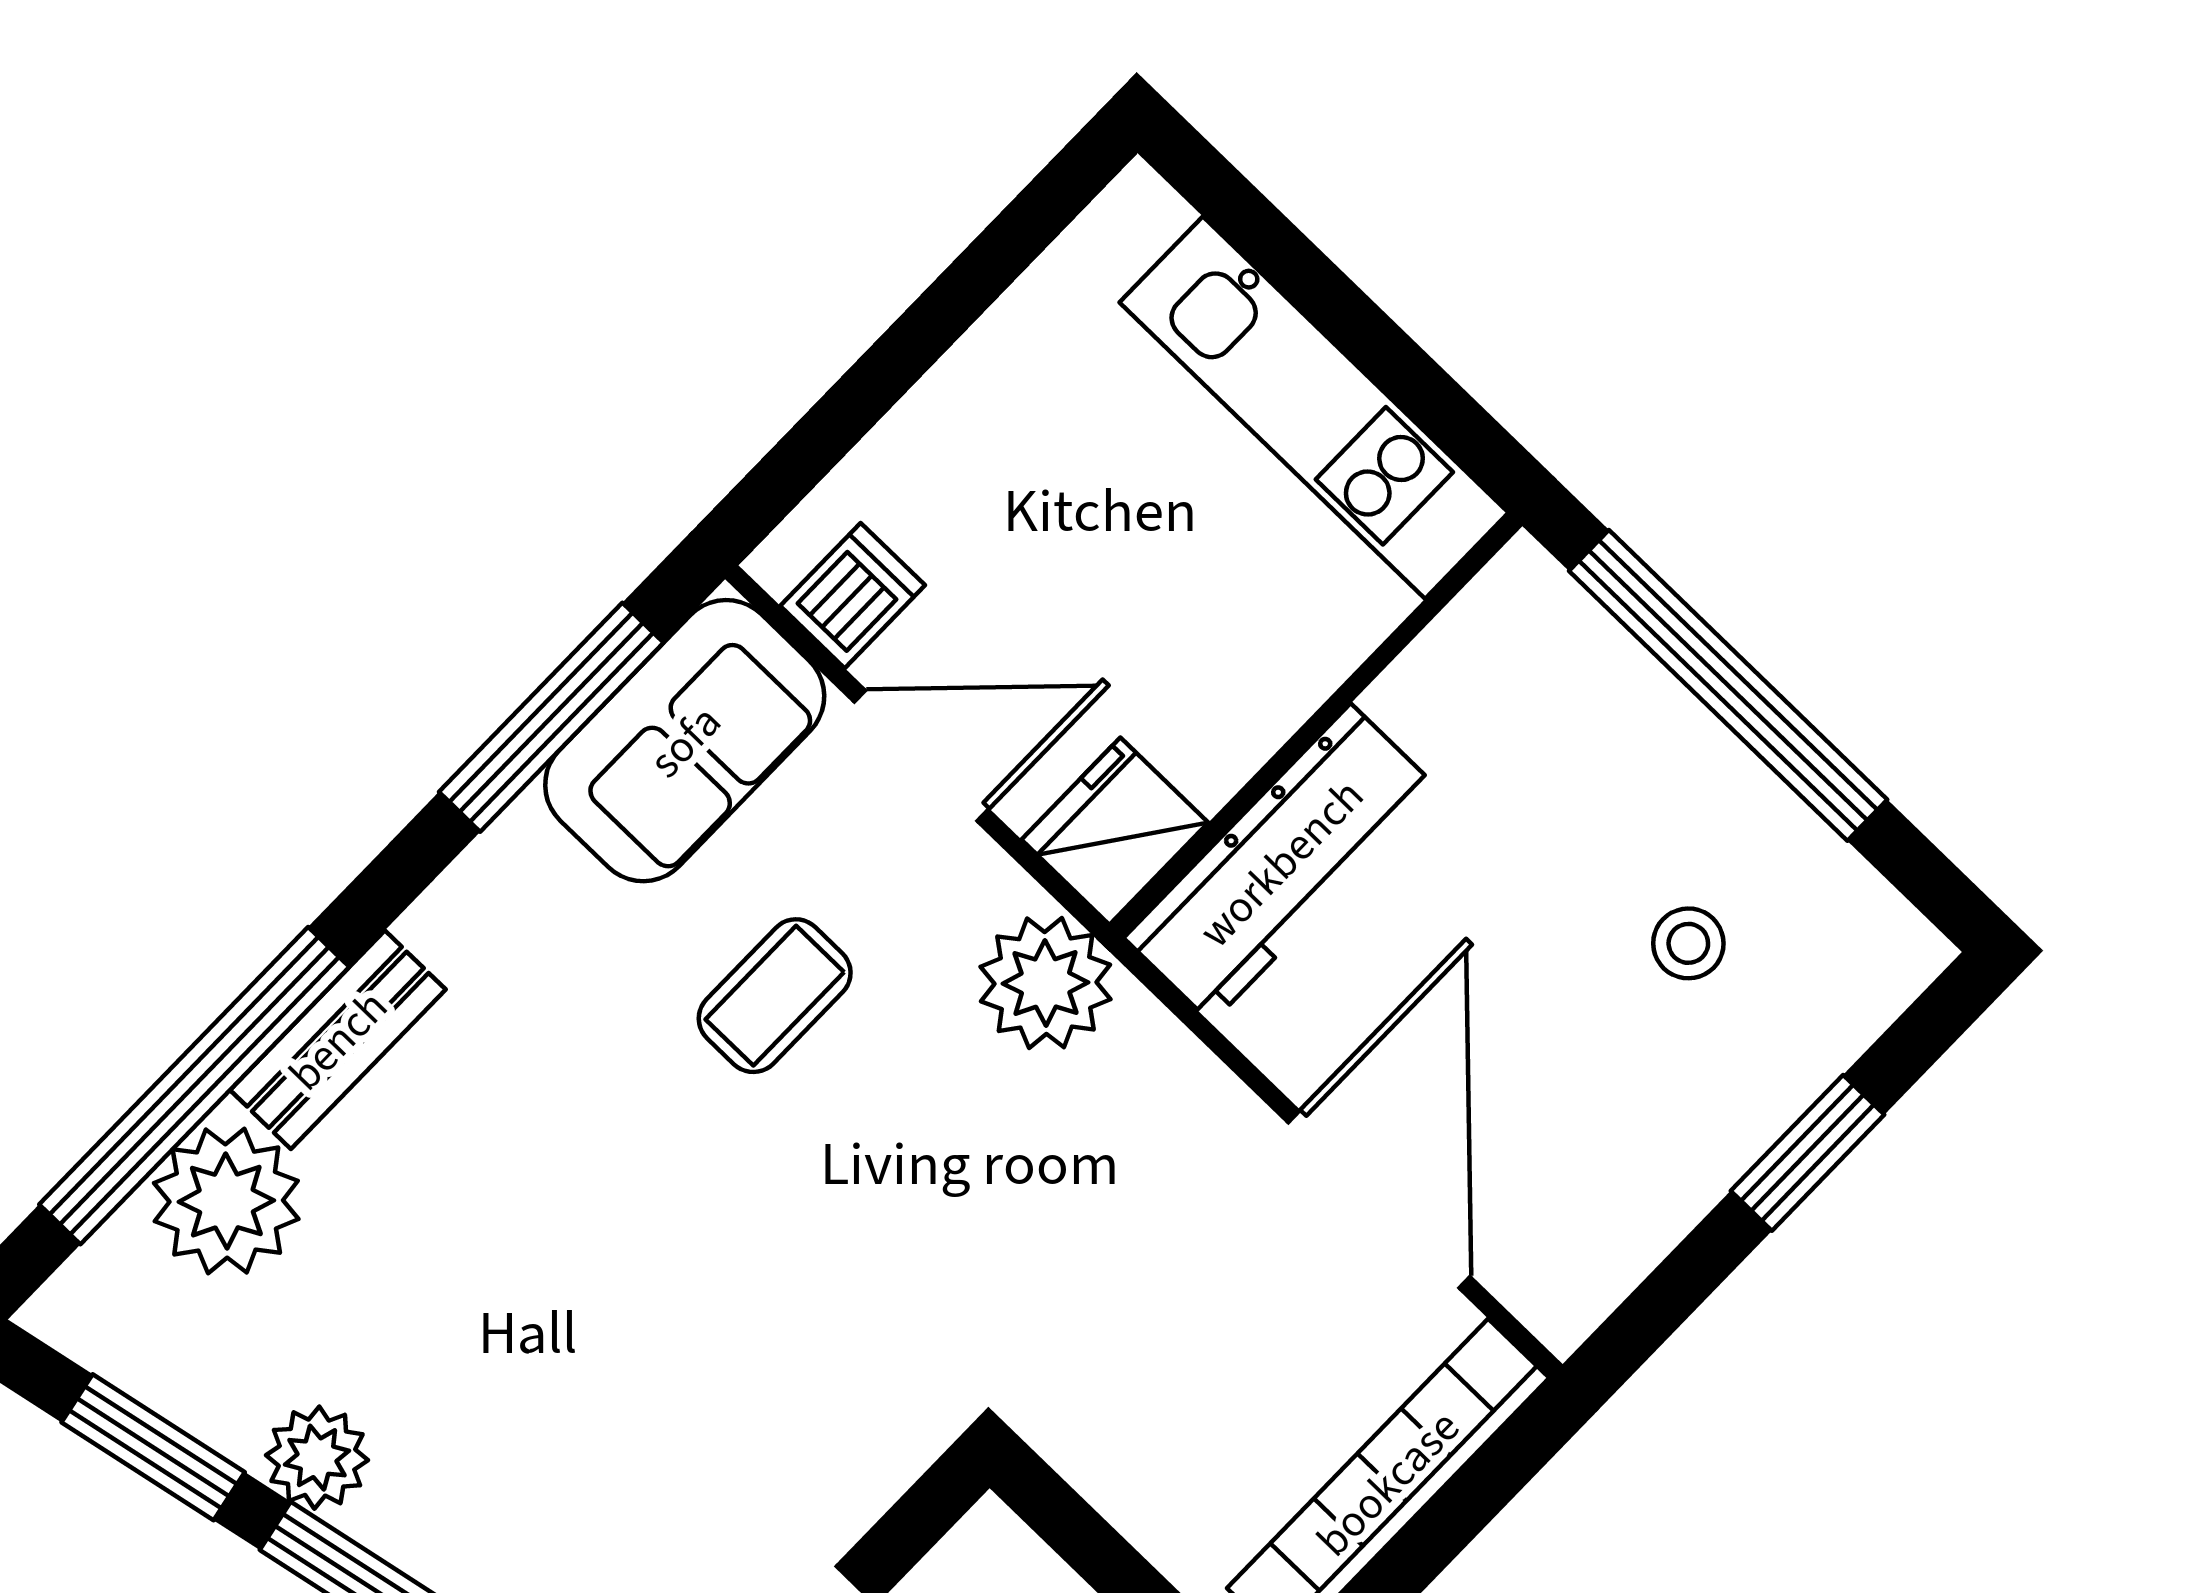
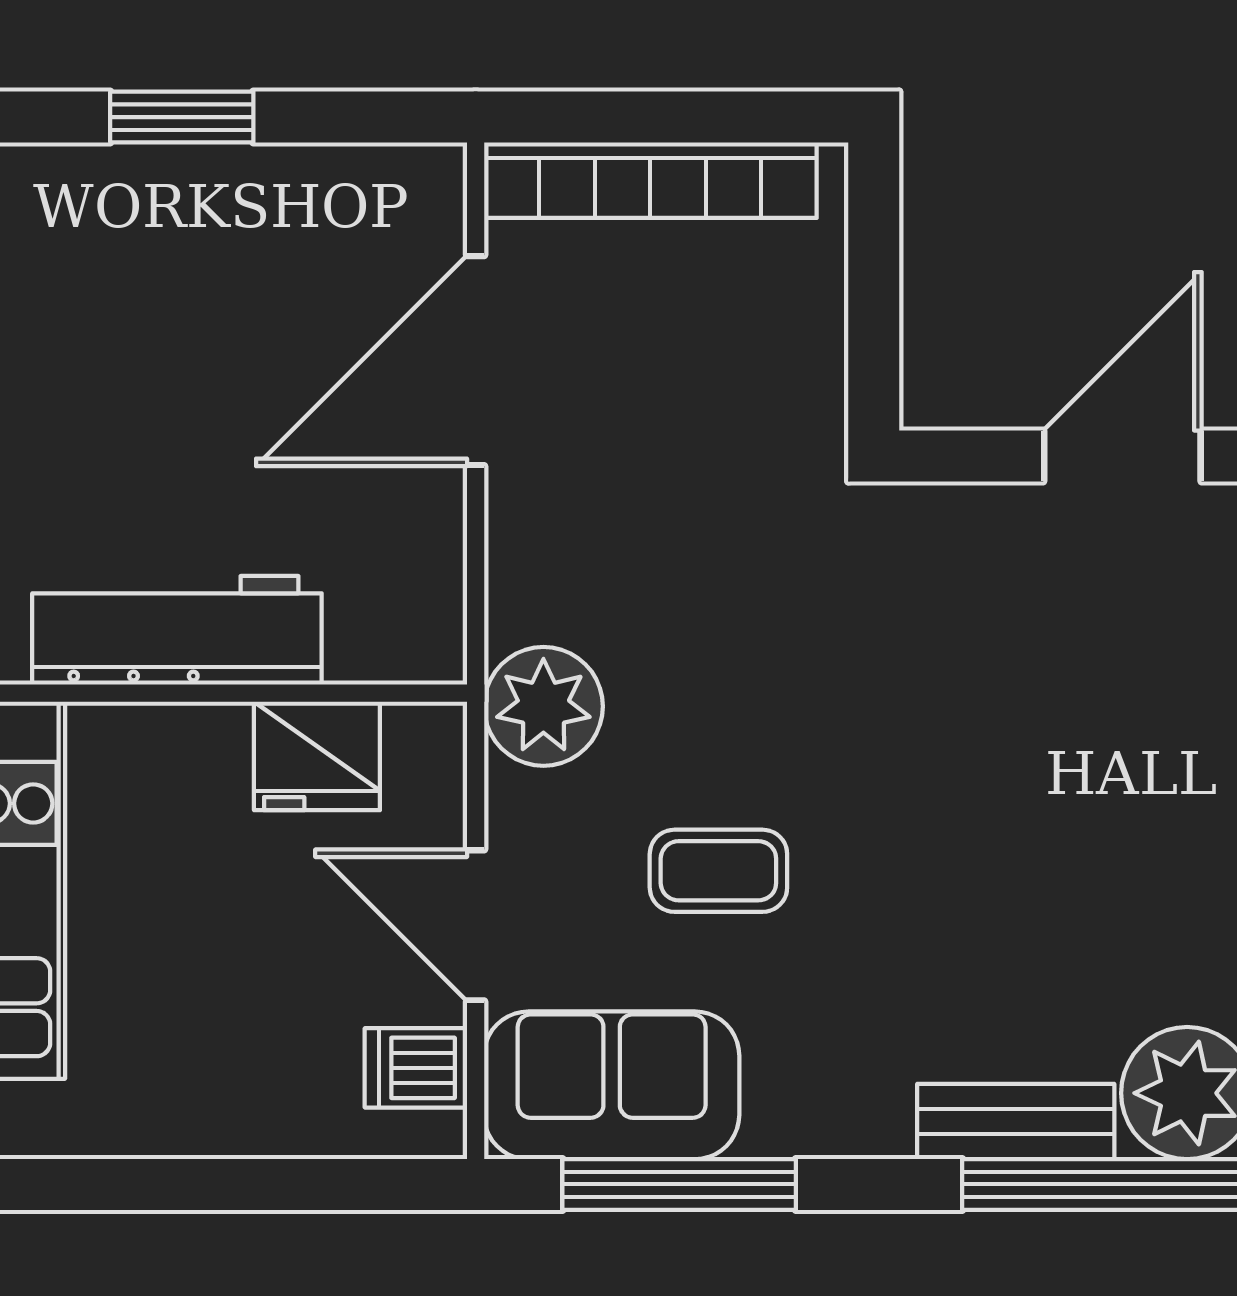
fridge: (1115, 831) -> (317, 756), moved
workbench: (1281, 863) -> (177, 630), moved
stool: (1688, 943) -> (122, 322), removed

